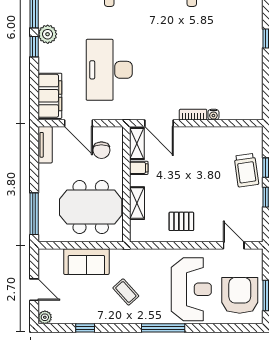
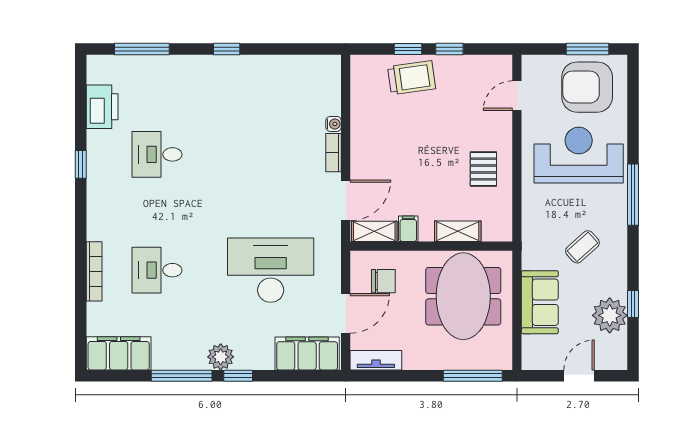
desk: (109, 70) -> (271, 270), turned 180
plant: (45, 317) -> (610, 315), moved, width x1.87, depth x1.87

